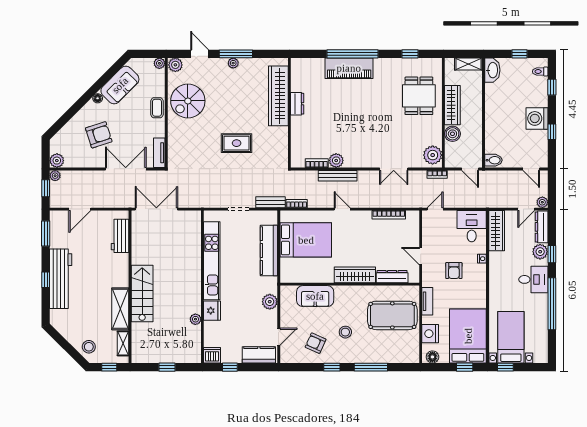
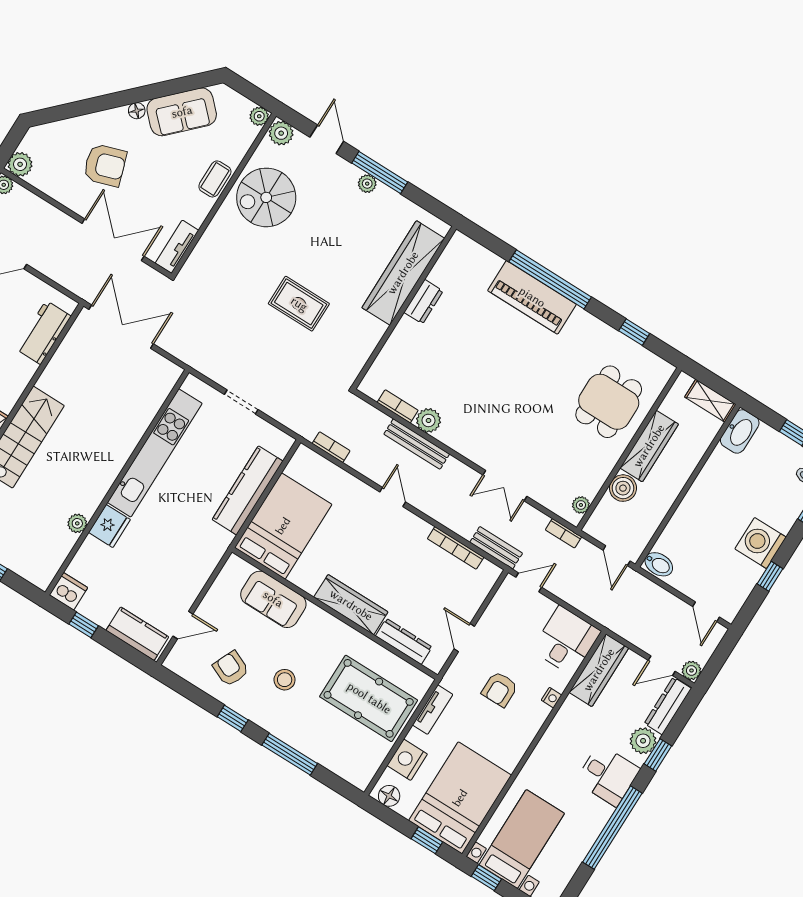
plant: (433, 155) -> (581, 505), width x0.53, depth x0.53
bench: (270, 202) -> (496, 548), moved
bed: (306, 240) -> (283, 526), moved, turned -90
plant: (270, 302) -> (202, 566), removed

